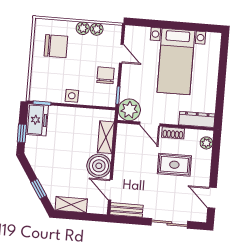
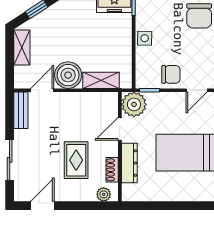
dresser: (197, 119) -> (129, 163), moved
shoe rack: (173, 133) -> (112, 170), moved

